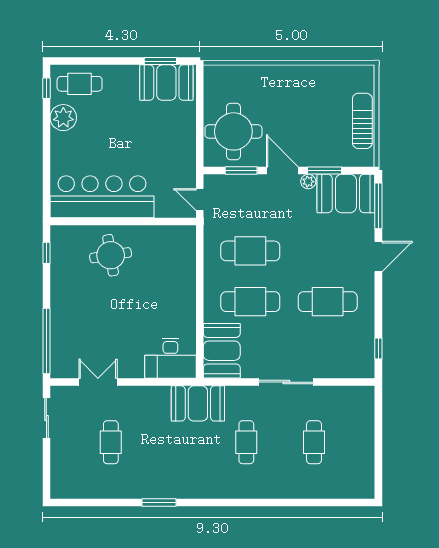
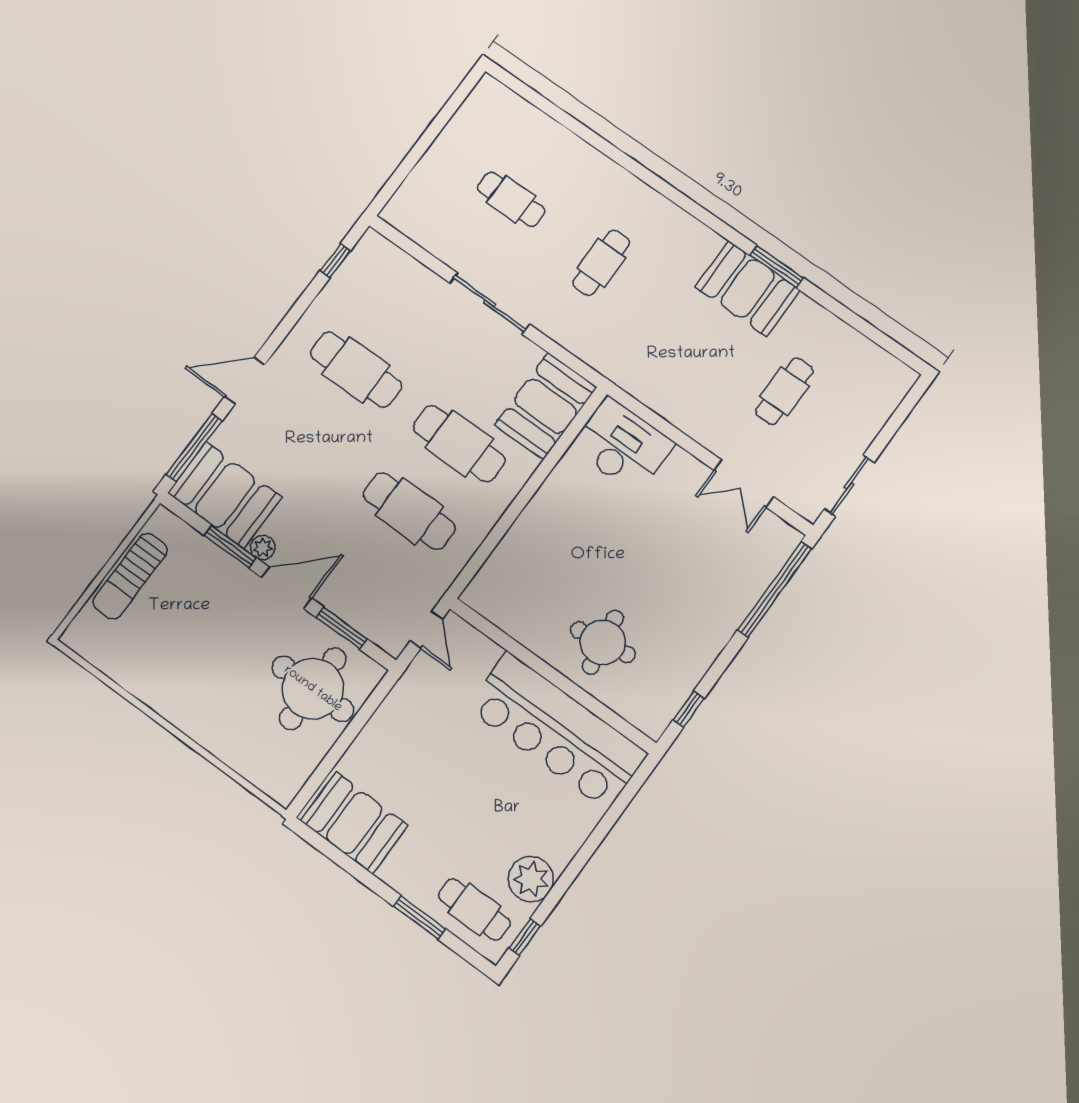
window: (160, 61) -> (420, 918), moved
door: (282, 171) -> (286, 588), swing flipped
booth: (198, 403) -> (748, 289), moved
cafe table: (314, 442) -> (511, 199), turned 90

